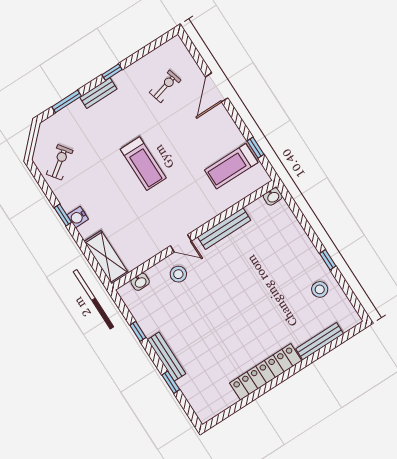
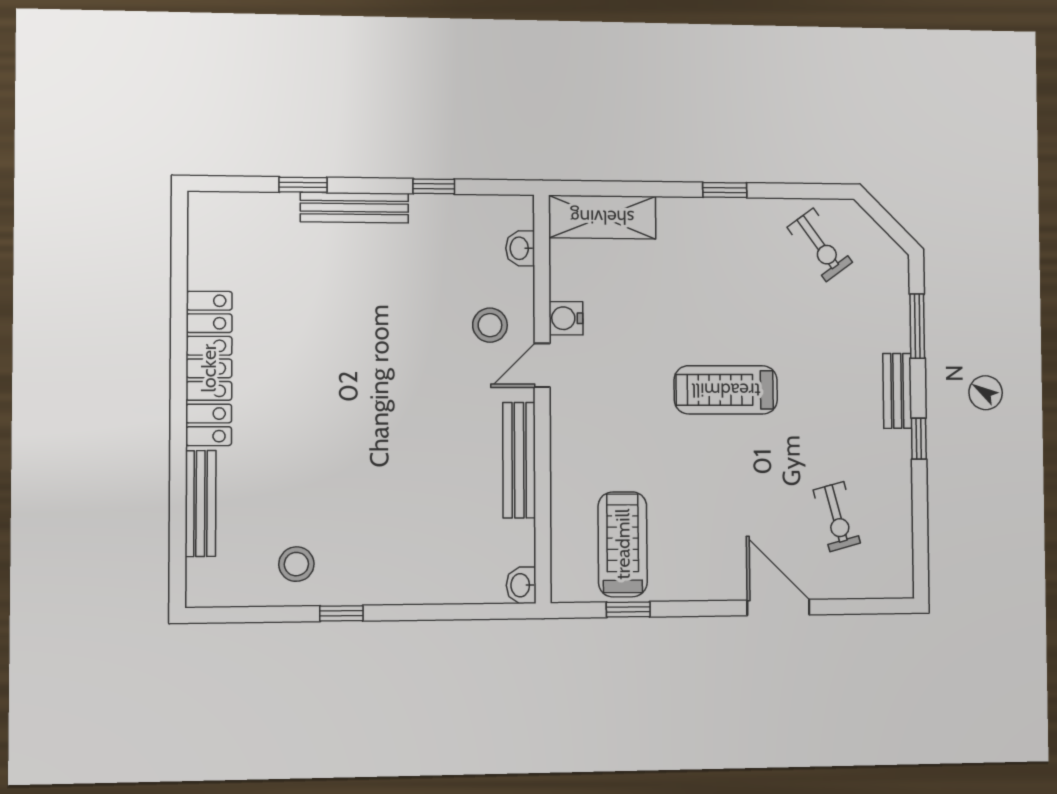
water cooler: (78, 217) -> (566, 318), moved, turned -90

